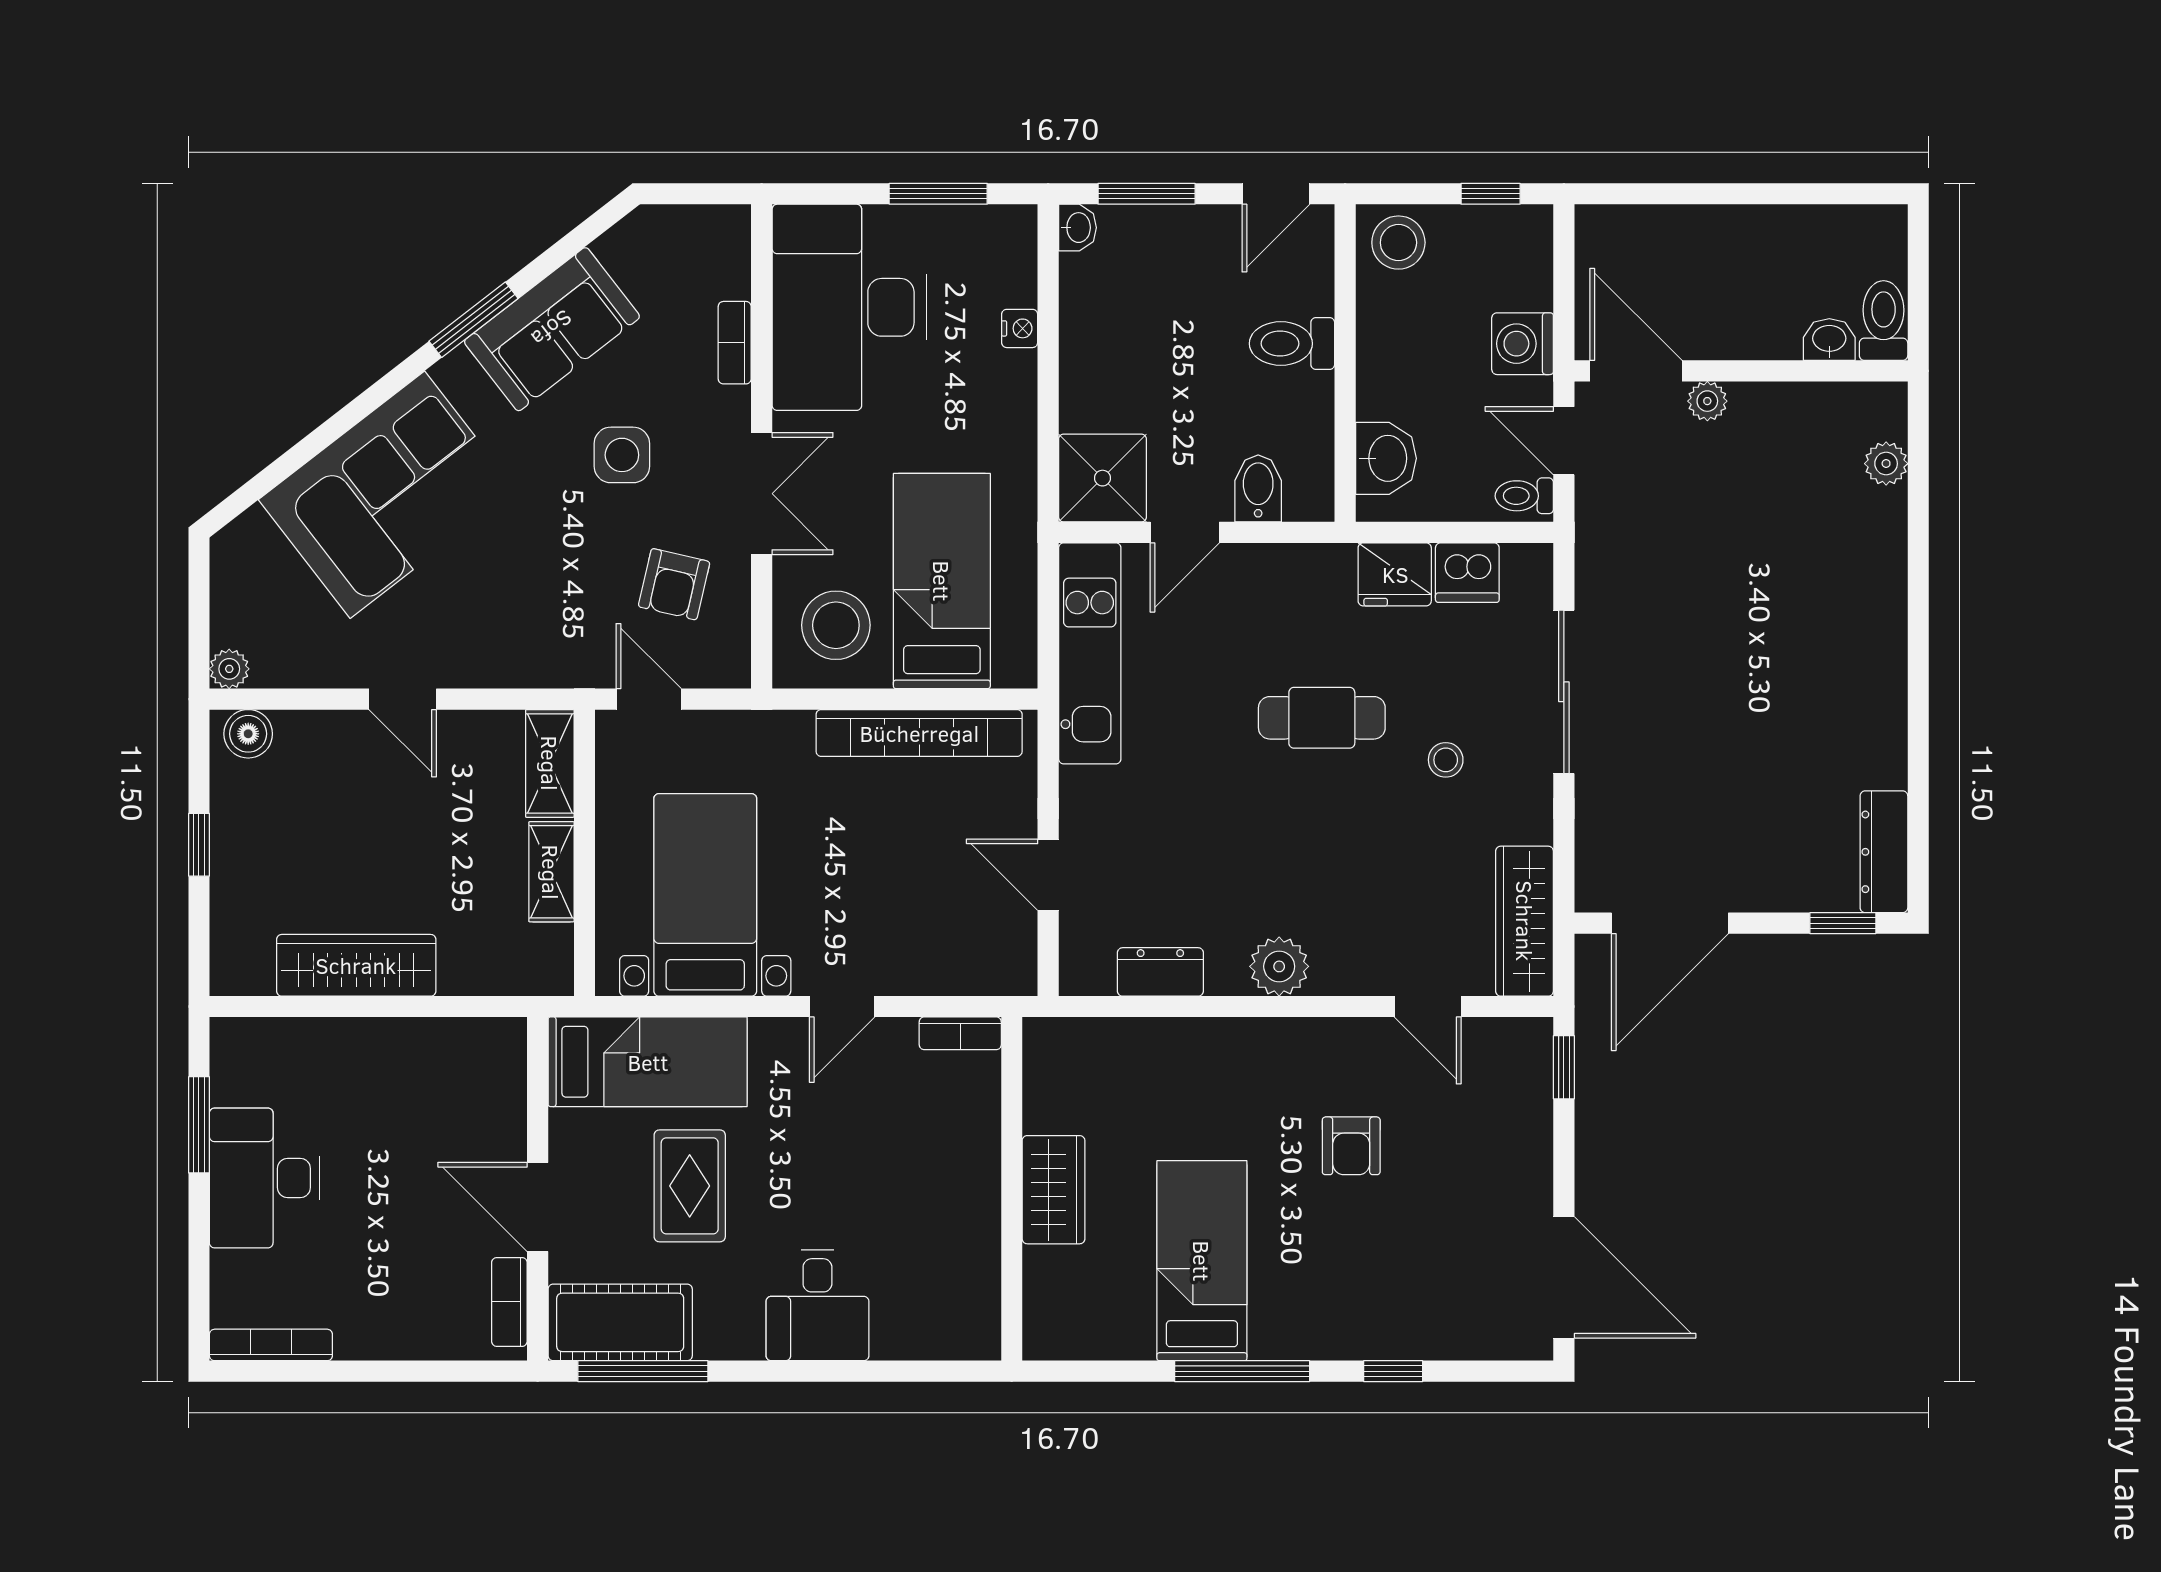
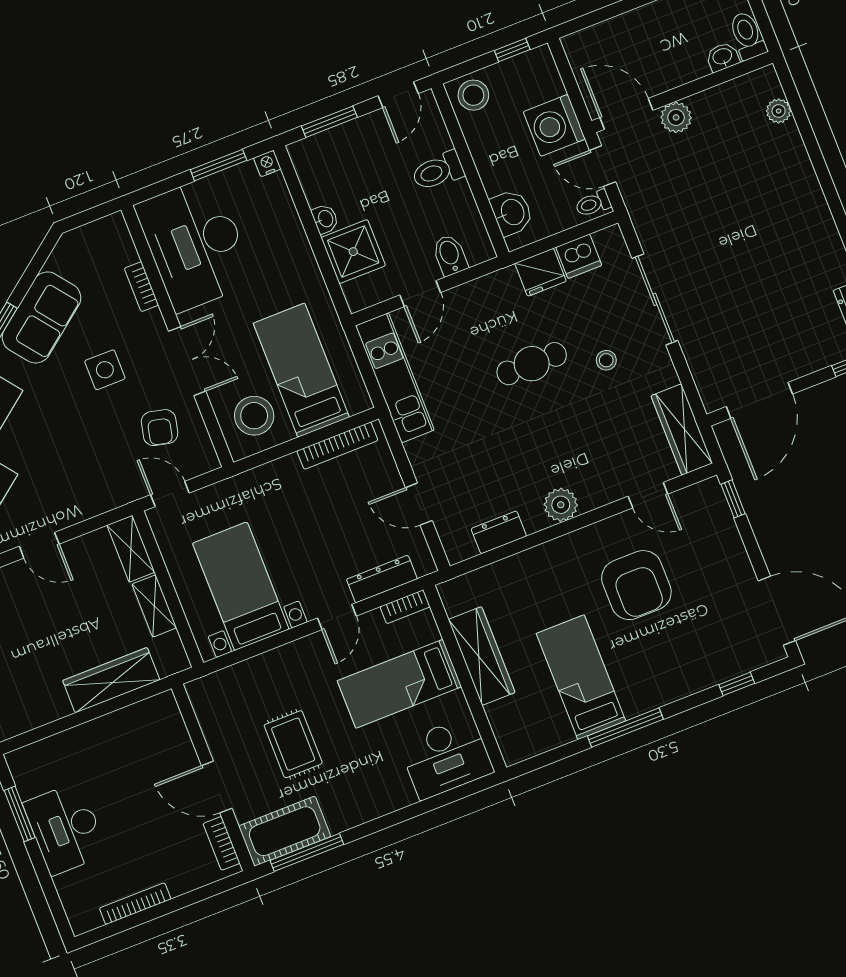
washbasin: (1077, 228) -> (325, 219), moved
nightstand: (1020, 328) -> (267, 163), moved, turned -90
washing machine: (1523, 344) -> (554, 125), width x1.37, depth x1.37
plant: (1707, 401) -> (676, 117), width x1.38, depth x1.38
shower: (1102, 478) -> (353, 252), moved
bookcase: (919, 733) -> (337, 446), width x0.68, depth x0.76
wardrobe: (356, 965) -> (111, 680), moved
dresser: (940, 973) -> (382, 579), added
bed: (648, 1062) -> (399, 684), moved, turned 180
armchair: (1351, 1146) -> (636, 585), width x1.88, depth x1.88
wardrobe: (1053, 1190) -> (482, 656), width x1.50
desk: (817, 1305) -> (446, 757), moved, width x1.37
bookcase: (271, 1345) -> (135, 904), moved
window: (1393, 1371) -> (737, 684), moved

